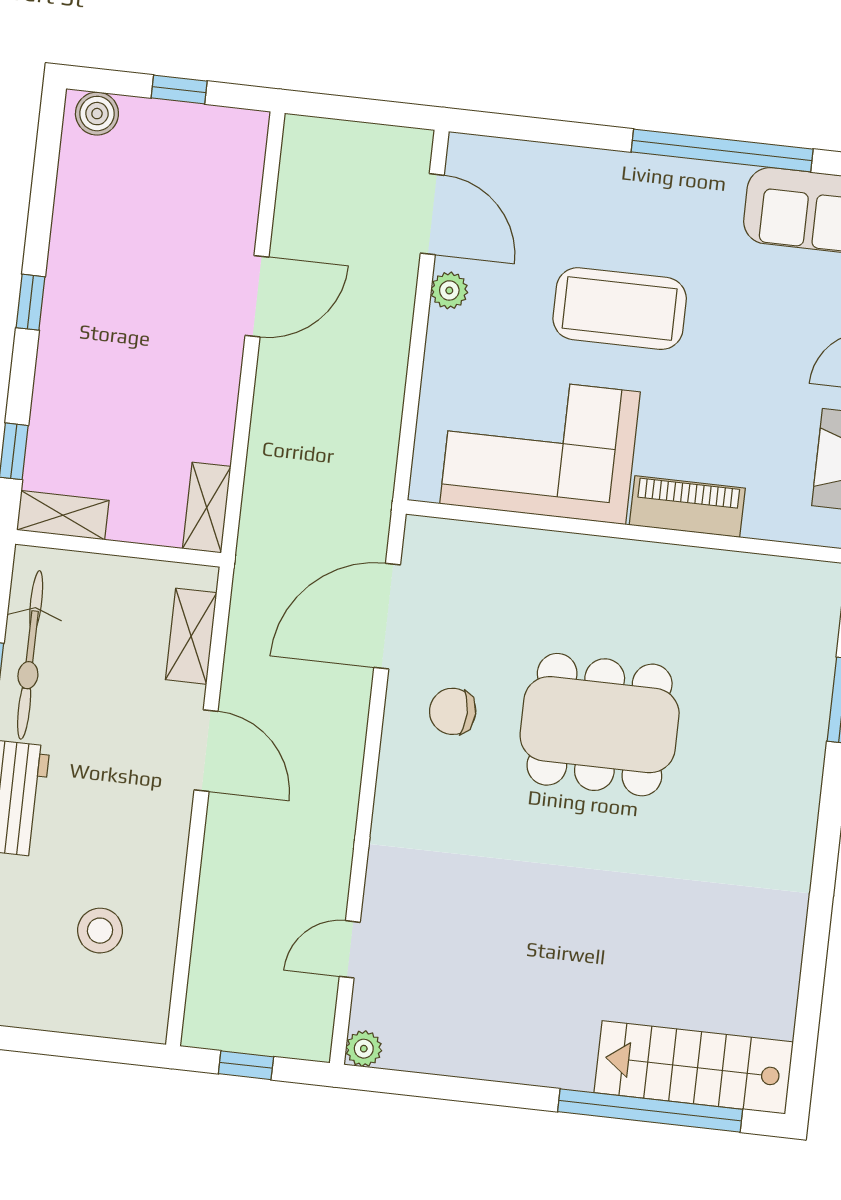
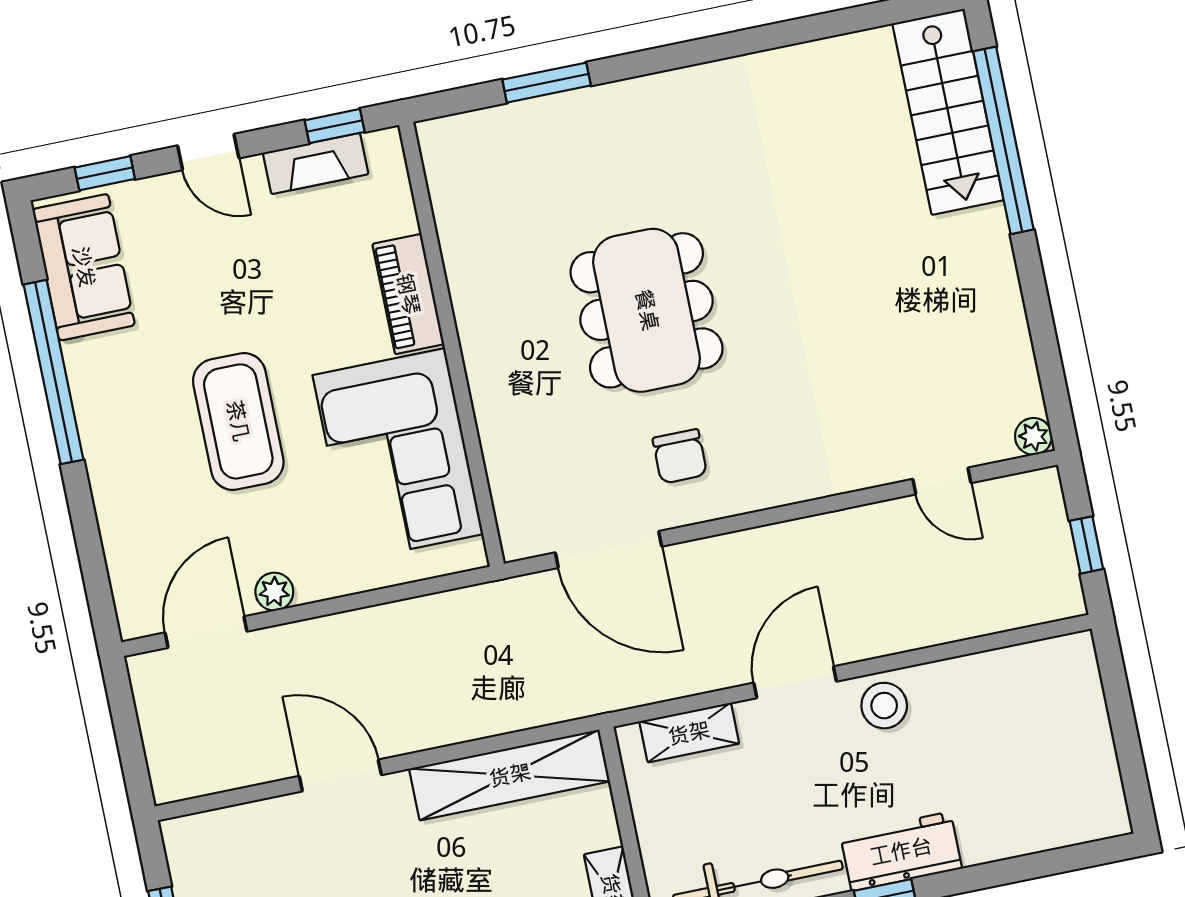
shelving: (207, 508) -> (510, 775), width x2.20, depth x1.33
stool: (100, 931) -> (884, 706), moved

